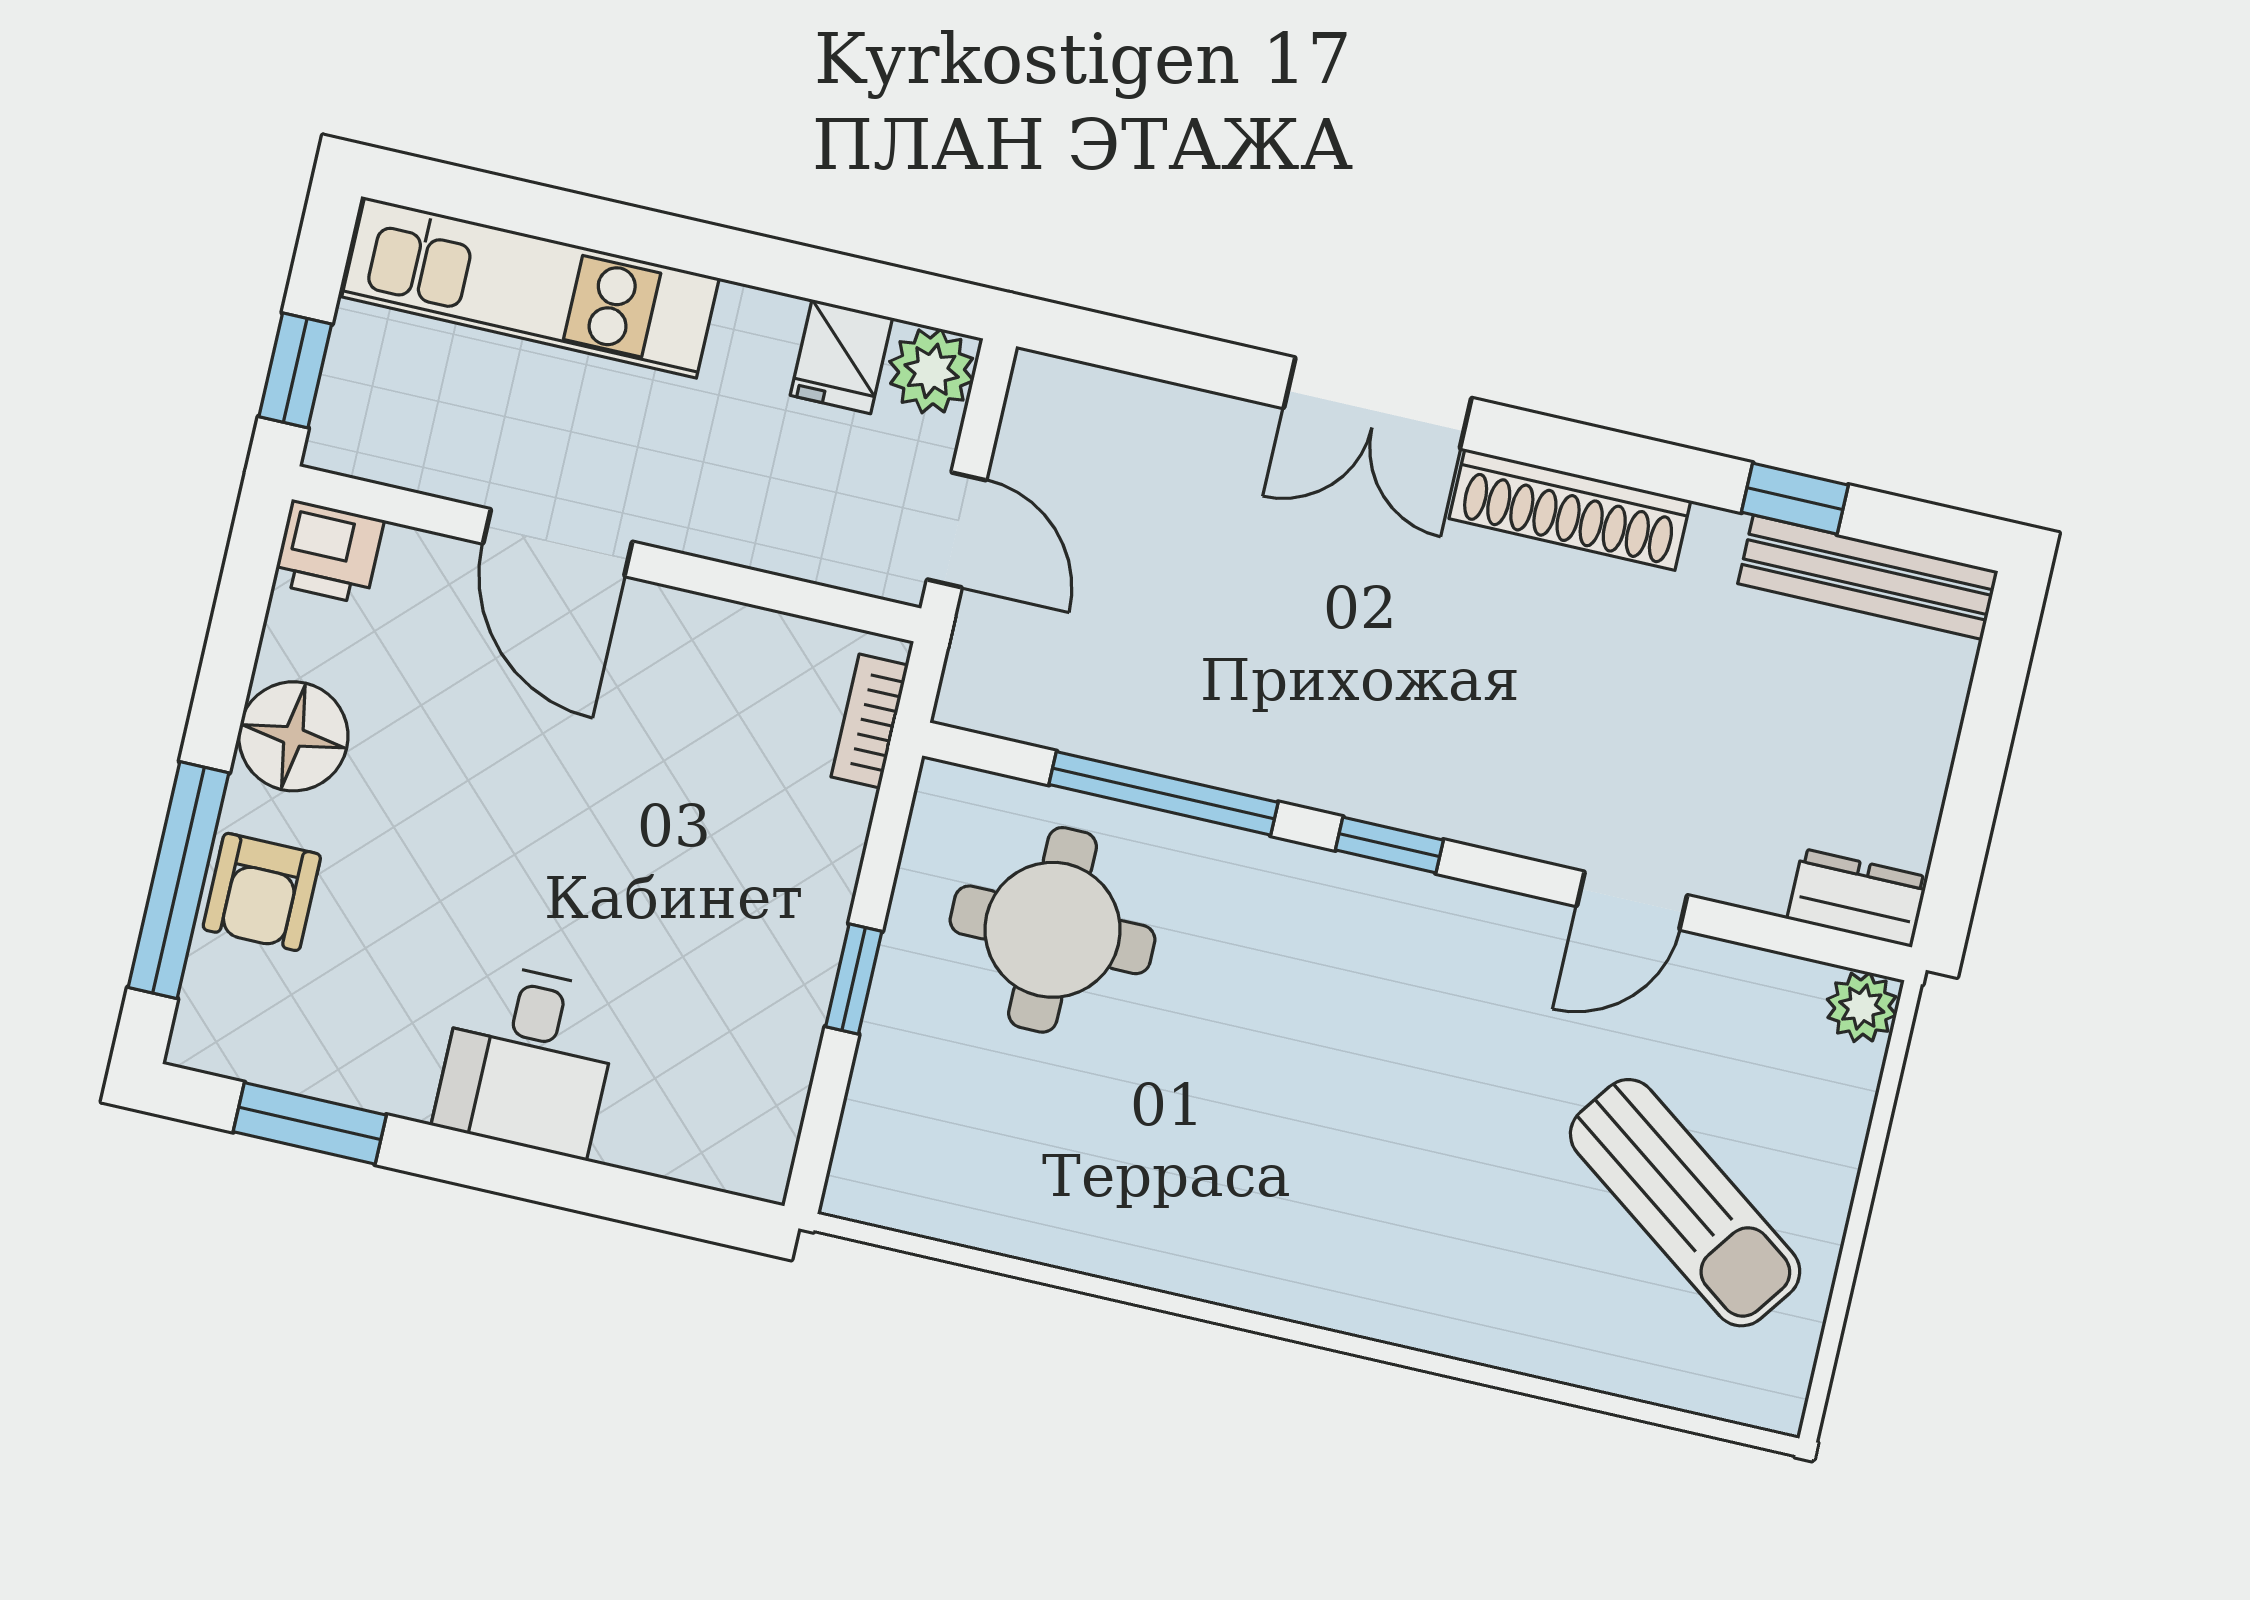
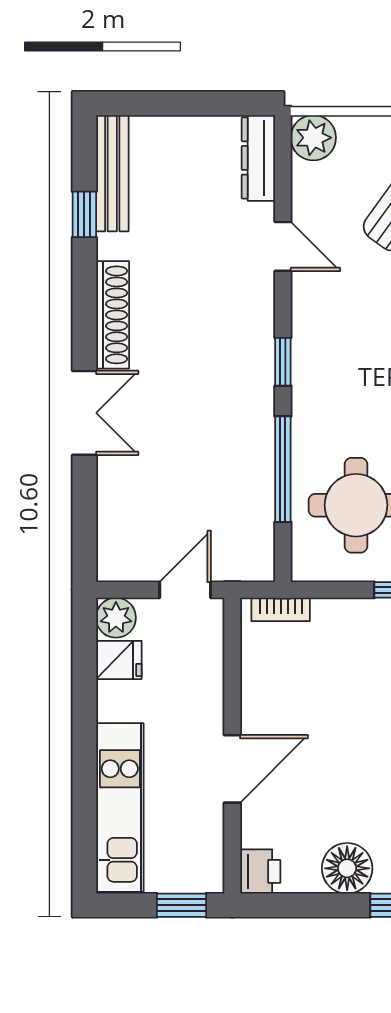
dresser: (1857, 898) -> (258, 158), width x1.44
plant: (1862, 1007) -> (313, 138), width x1.38, depth x1.38

